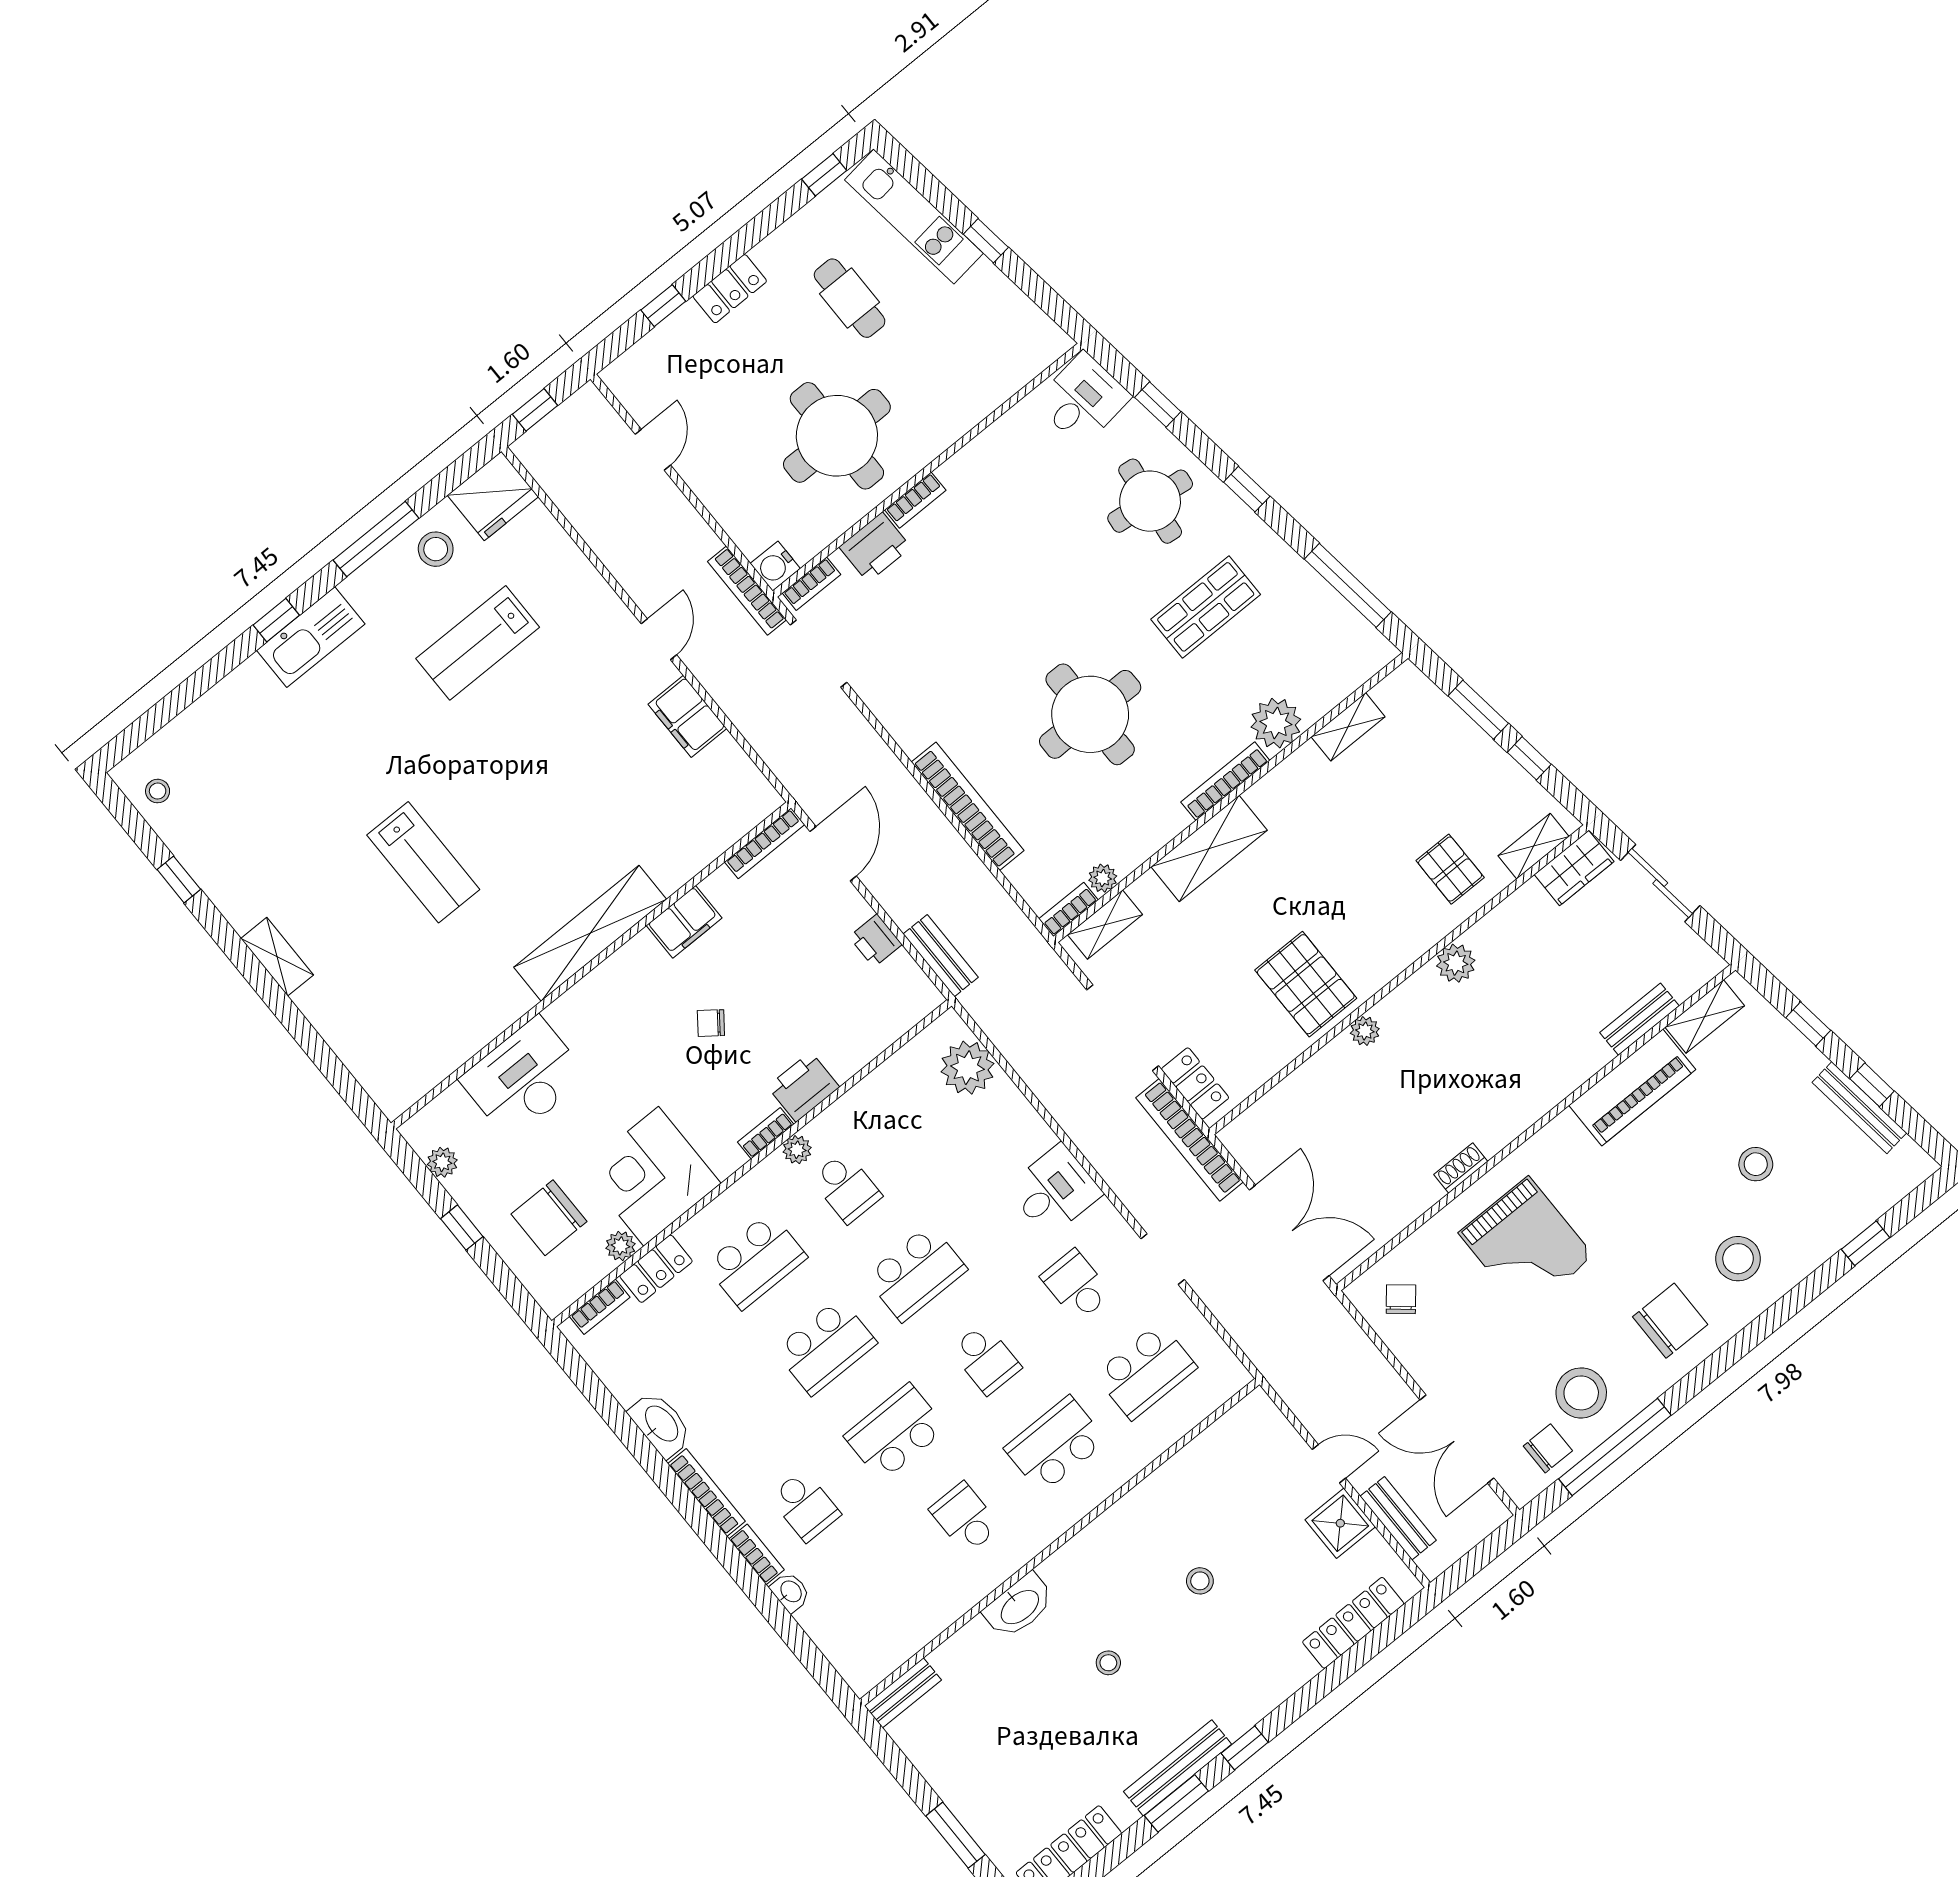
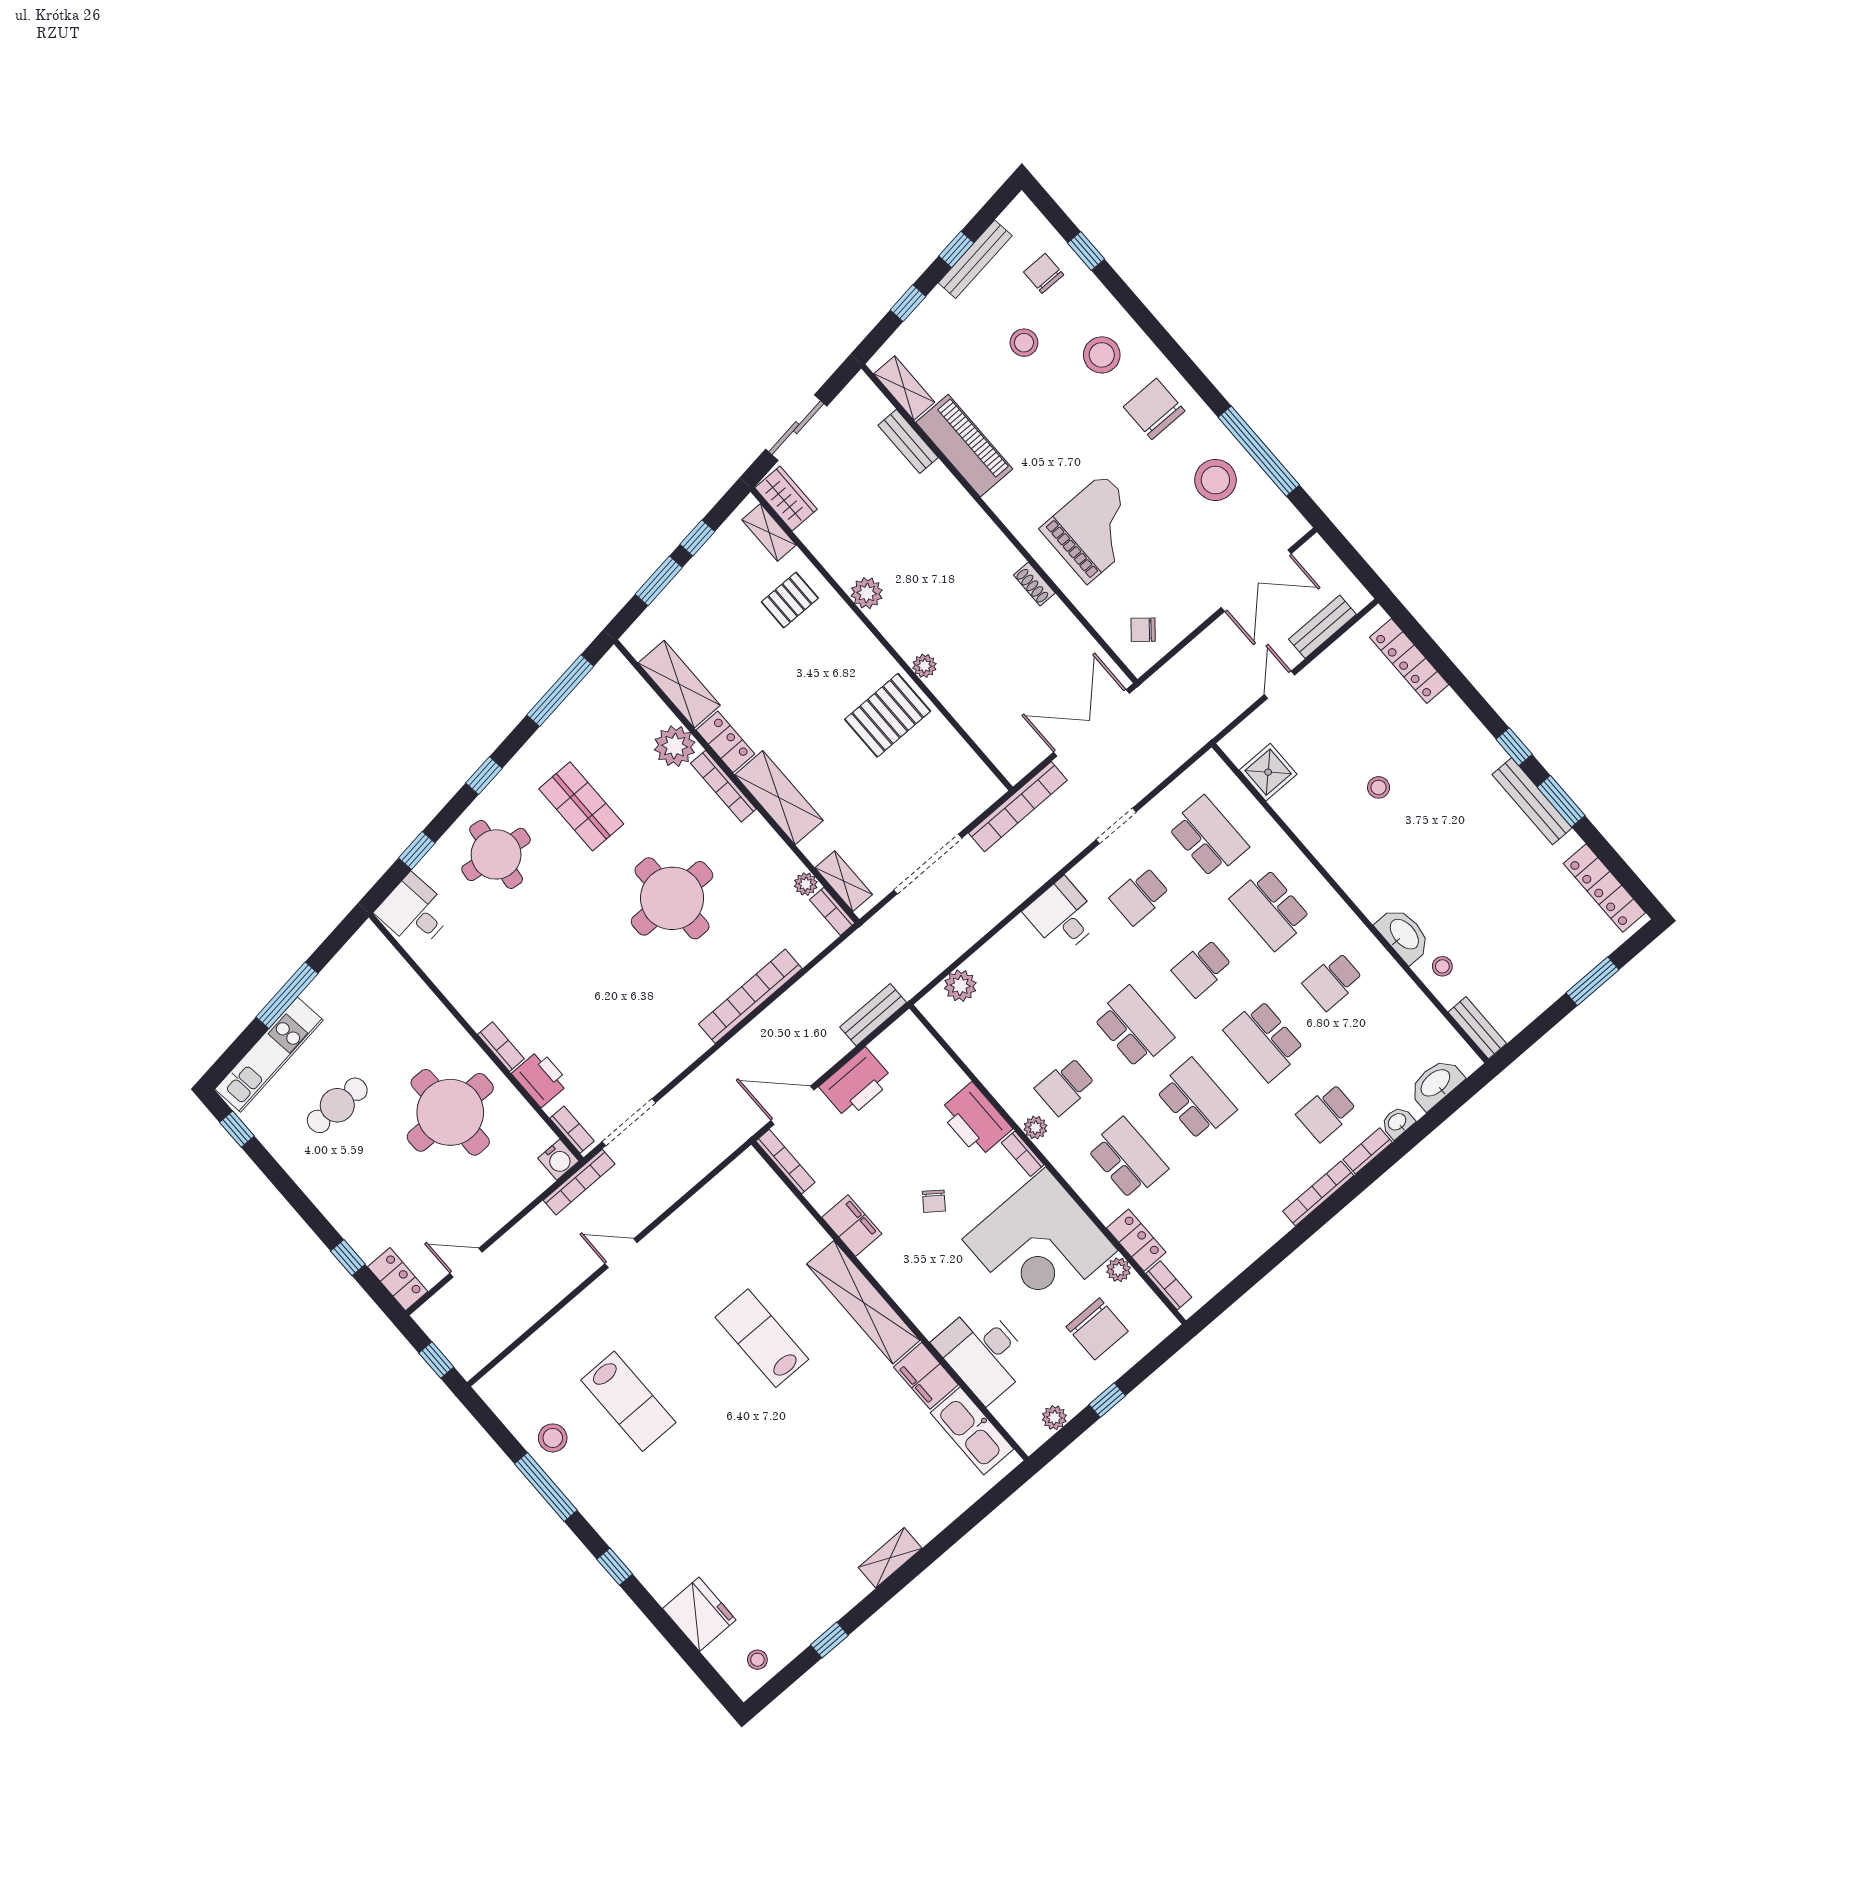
window: (986, 241) -> (287, 995), width x2.17
locker: (730, 289) -> (398, 1279), moved
fridge: (493, 496) -> (699, 1614), moved
kitchen sink: (311, 637) -> (972, 1431), moved, turned 180
filing cabinet: (687, 716) -> (926, 1376), moved, turned 90
shelving: (1348, 727) -> (679, 684), width x1.50, depth x1.33
lab bench: (423, 862) -> (762, 1338), moved, turned -90
printer: (876, 941) -> (856, 1083), width x1.87, depth x1.48
plant: (968, 1068) -> (960, 986), width x0.73, depth x0.73
locker: (1195, 1083) -> (725, 742), moved, turned 90
printer: (803, 1087) -> (975, 1120), width x1.37, depth x1.19
corner desk: (651, 1176) -> (1040, 1245), width x1.36, depth x1.36
school desk: (846, 1187) -> (1065, 1086), turned 180
school desk: (986, 1359) -> (1202, 968), turned 180
washbasin: (661, 1424) -> (1436, 1084), moved
chair: (1548, 1448) -> (1044, 273), moved
school desk: (805, 1506) -> (1327, 1113), turned 180
shower: (1340, 1523) -> (1268, 772), moved
stool: (1108, 1663) -> (1442, 966), moved

